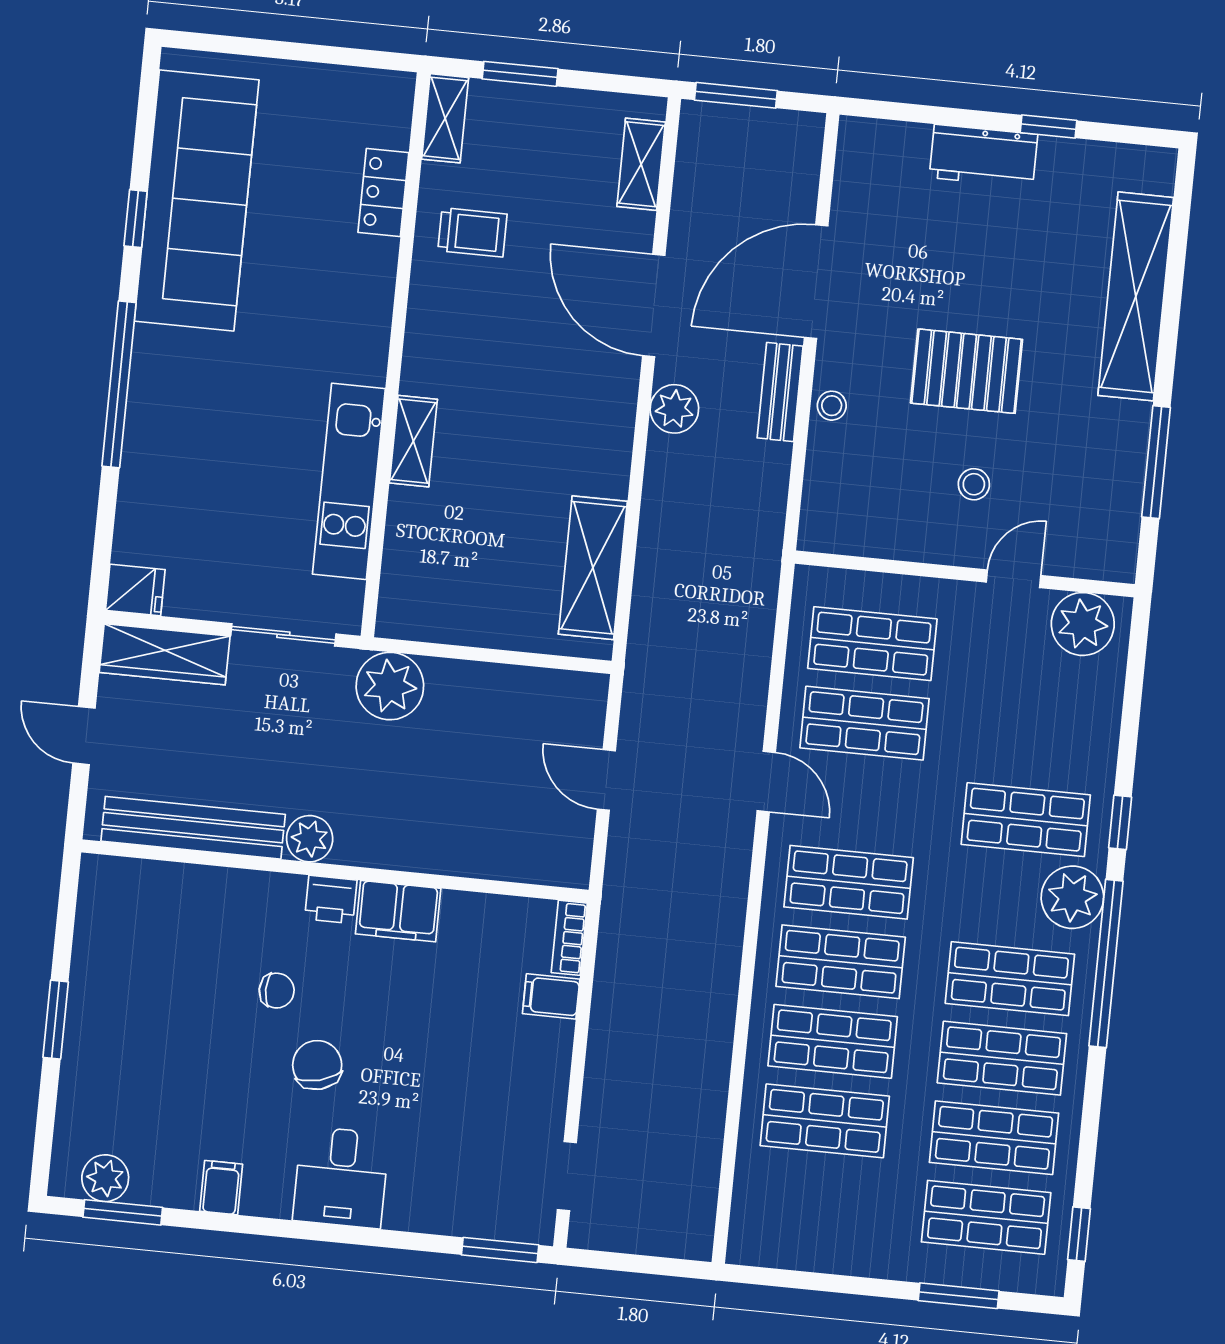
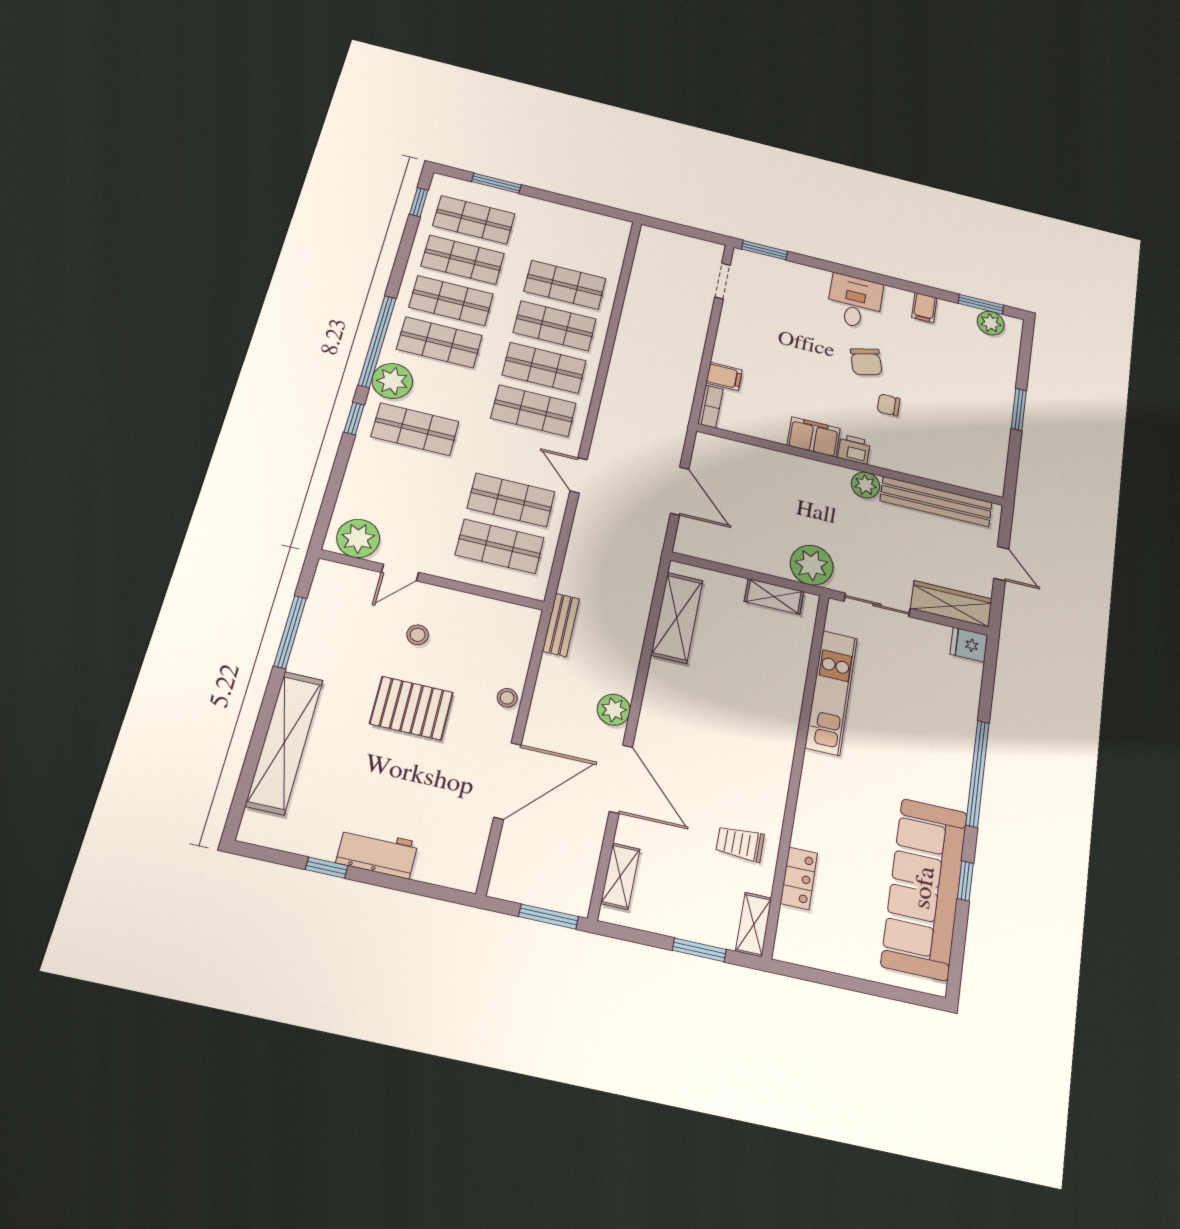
bench: (780, 392) -> (561, 625), moved
shelving: (413, 441) -> (774, 597), moved, turned 90
door: (606, 780) -> (680, 491), width x1.38

